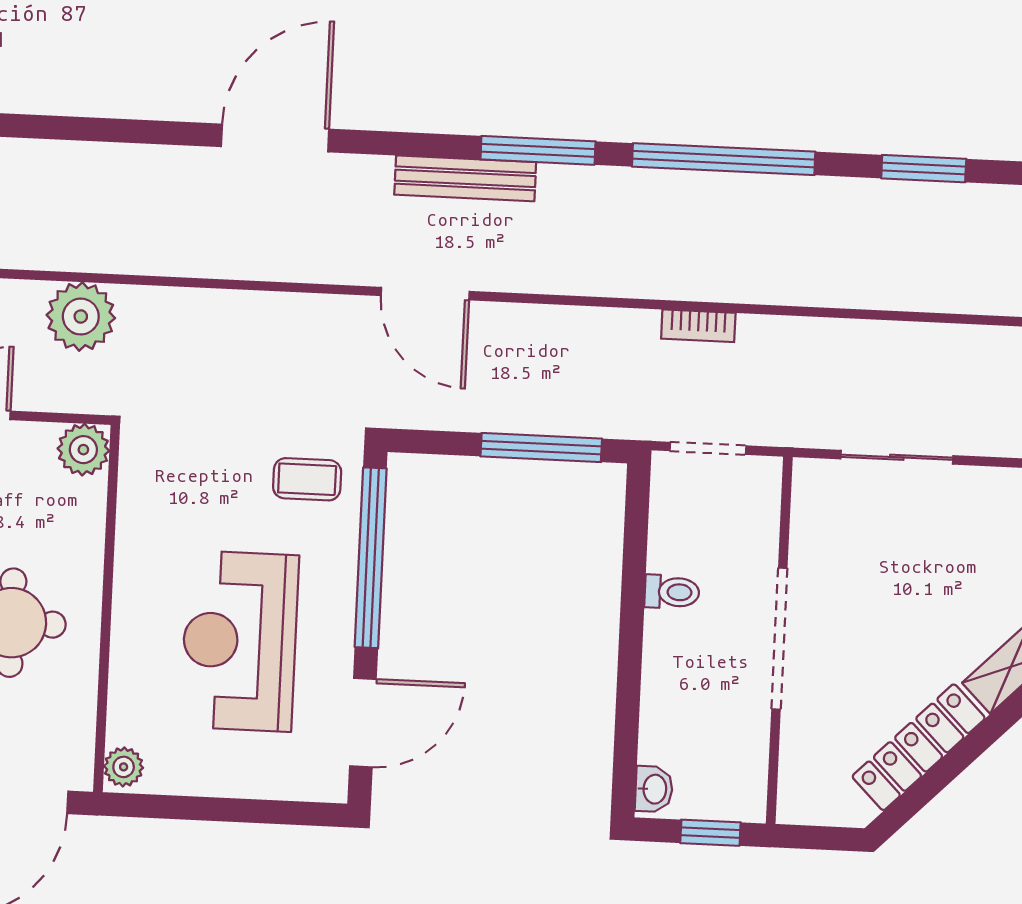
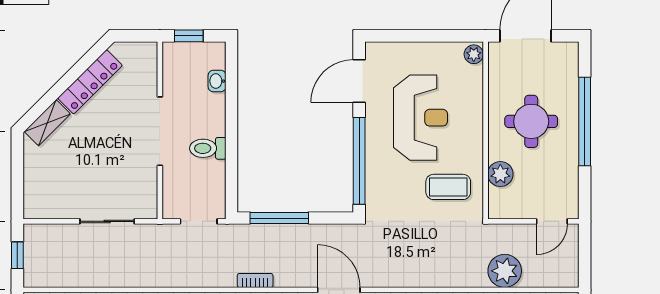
bookcase: (698, 326) -> (255, 280), moved
plant: (83, 450) -> (500, 174), moved
coffee table: (307, 479) -> (448, 187), moved, width x1.36, depth x1.30
toilet: (672, 592) -> (208, 148), width x1.37, depth x1.39
washbasin: (654, 789) -> (217, 81), moved

